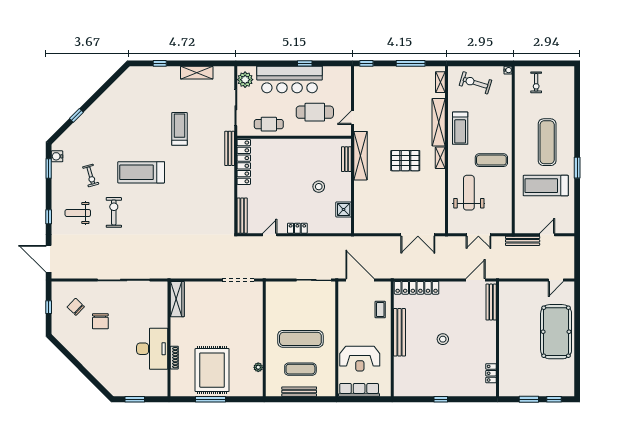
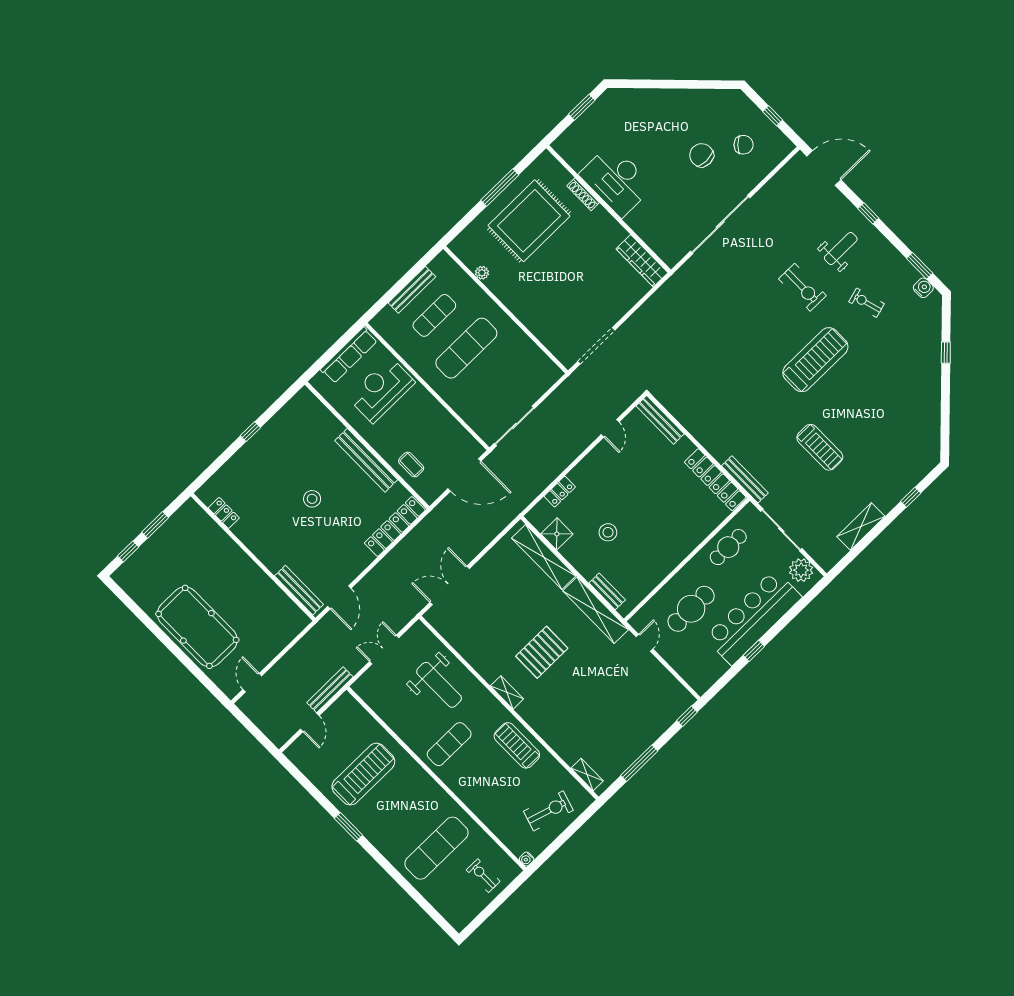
shelving: (439, 122) -> (544, 557), moved
exercise mat: (547, 142) -> (437, 848), moved, turned 90
locker: (297, 228) -> (560, 492), moved
rug: (212, 370) -> (529, 221), turned 90

